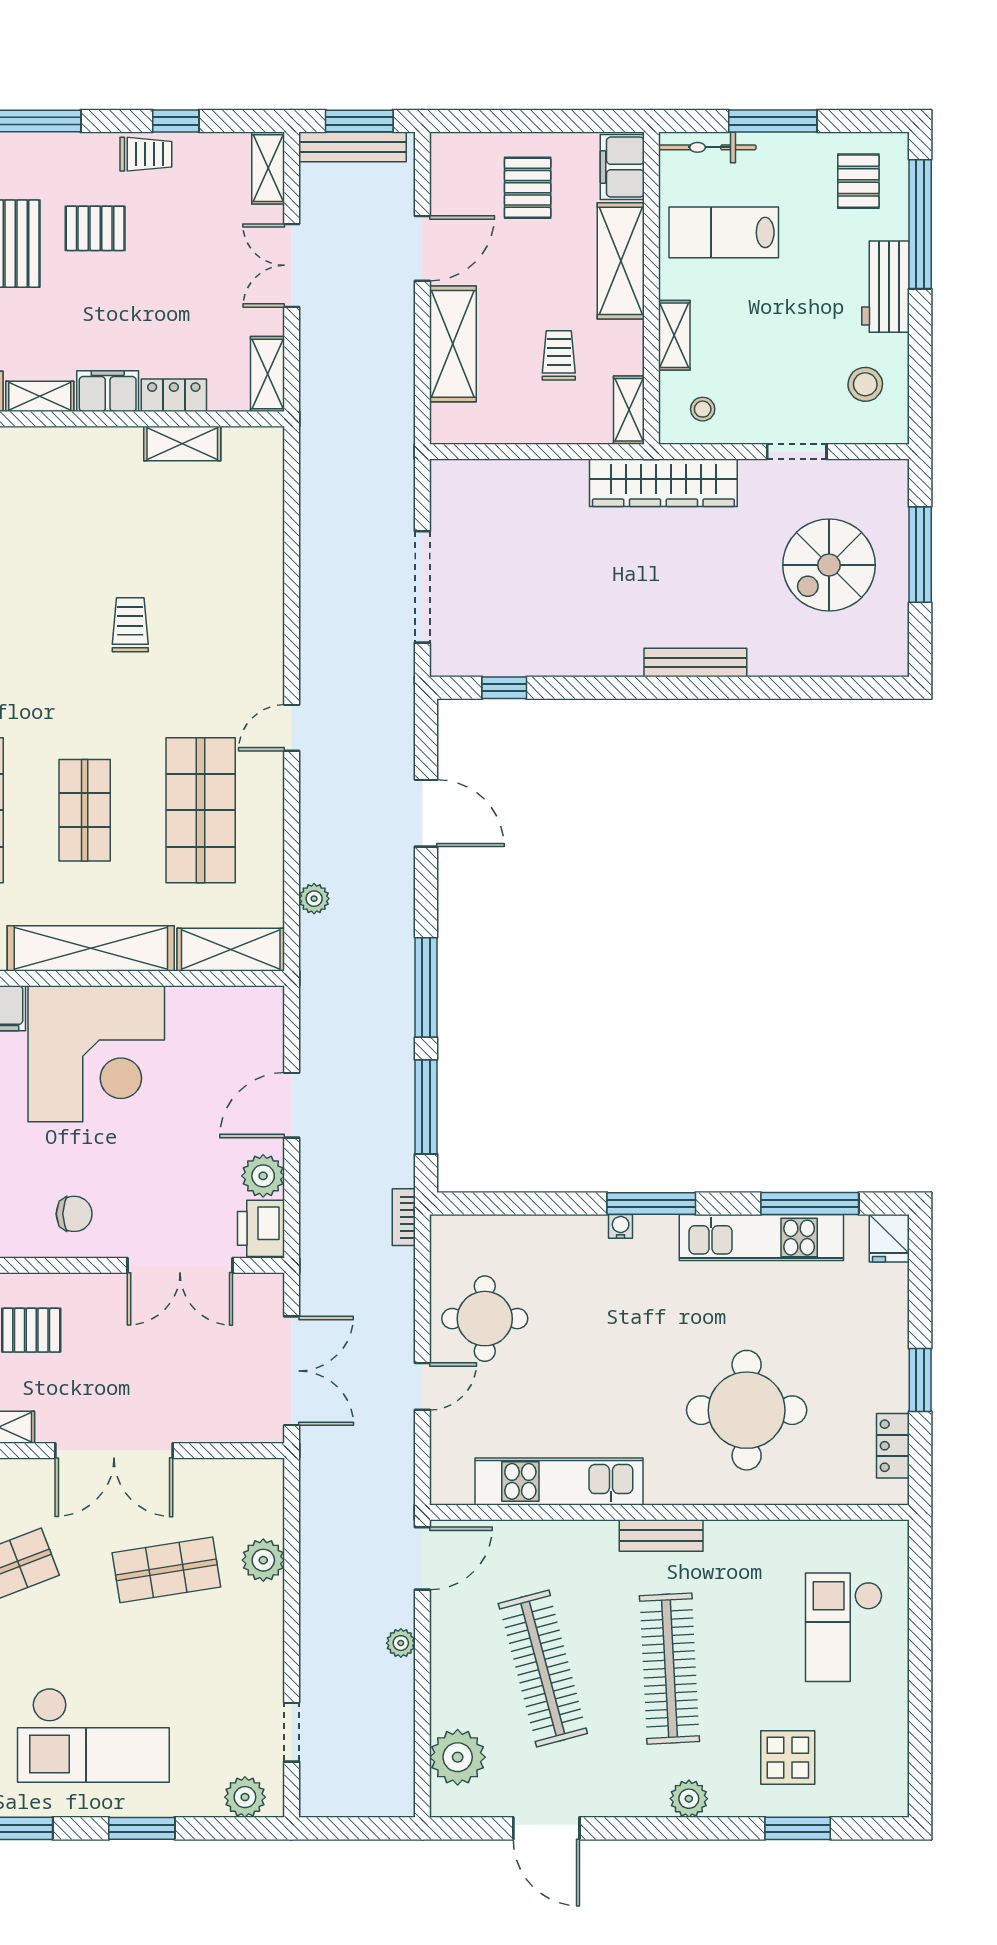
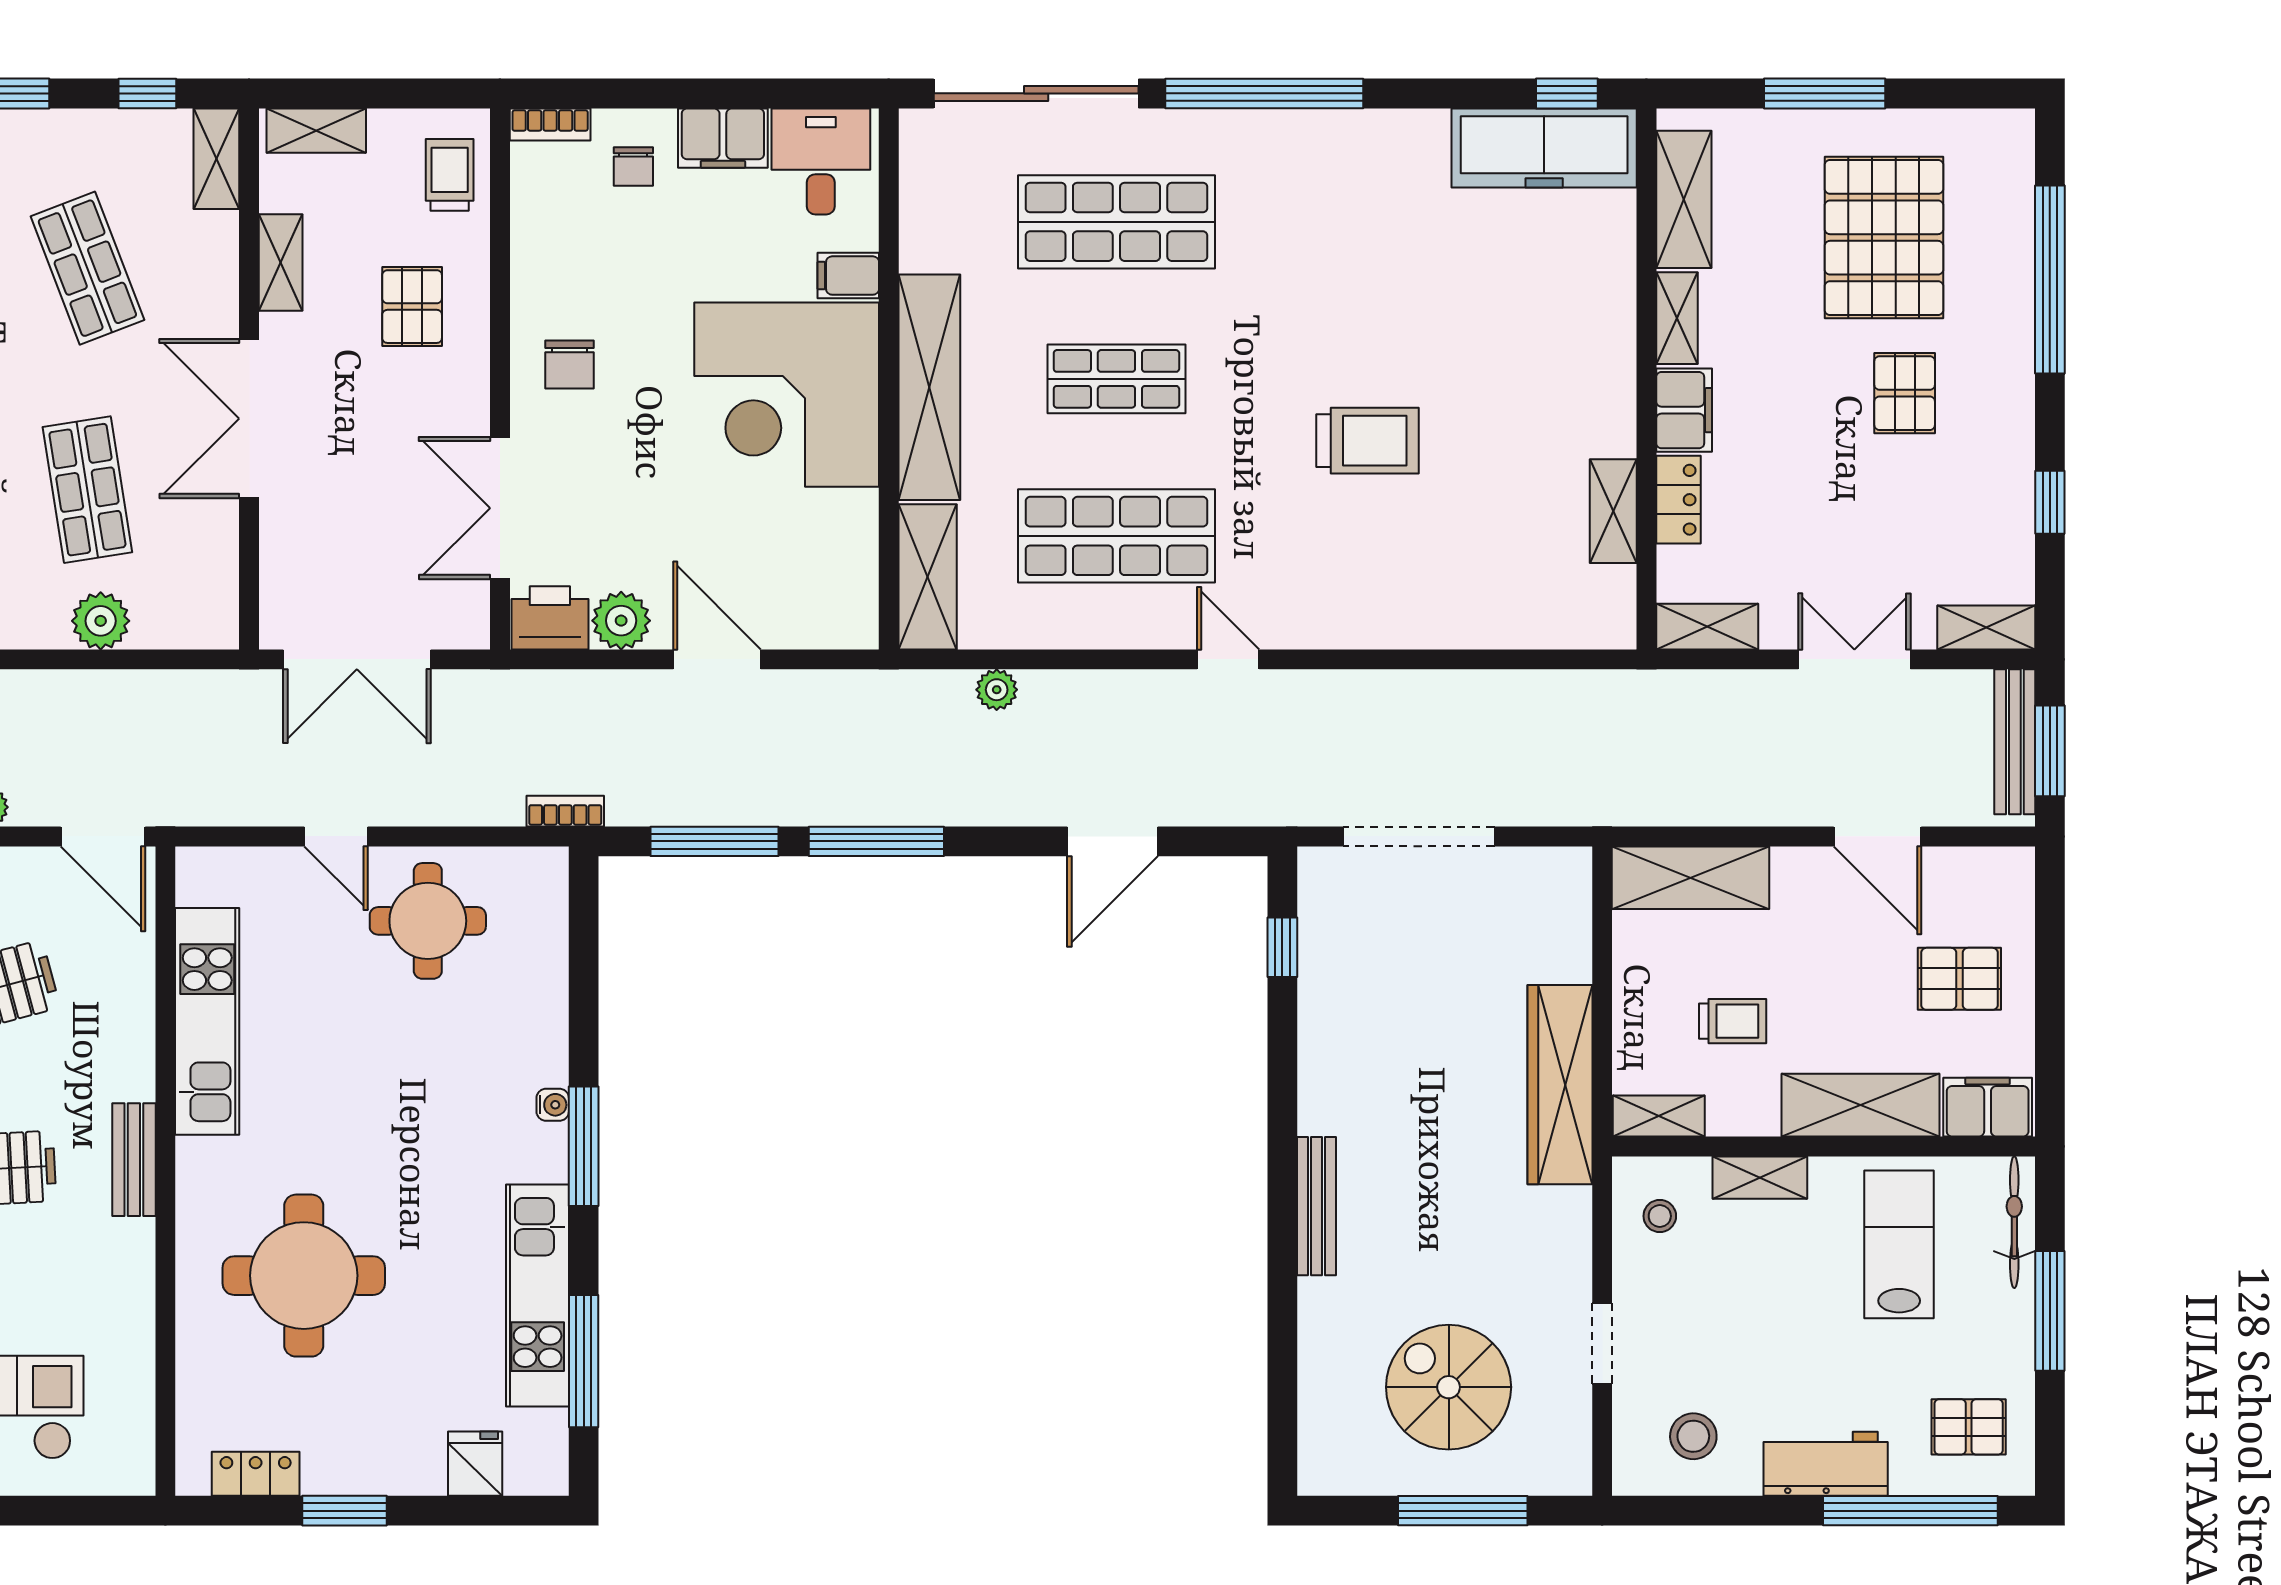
trolley: (146, 154) -> (2005, 462), removed
shelving: (453, 344) -> (1691, 878), moved
wardrobe: (663, 483) -> (1560, 1085), moved
trolley: (130, 625) -> (1368, 441), width x1.36, depth x1.39
fridge: (889, 1238) -> (475, 1464), moved, turned 90

